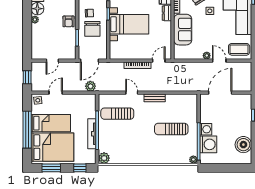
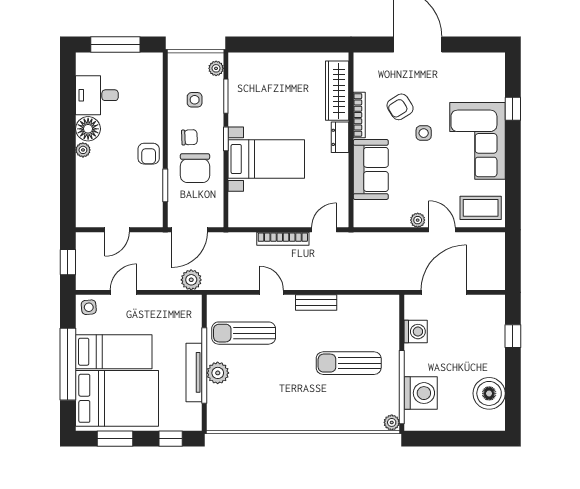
washing machine: (206, 129) -> (416, 332), moved
plant: (104, 158) -> (218, 373), moved

